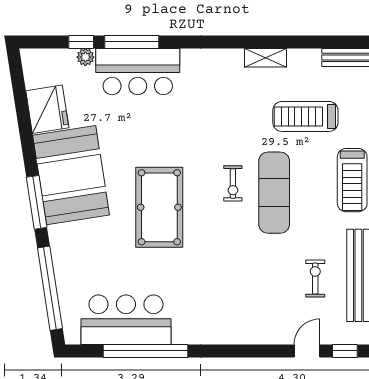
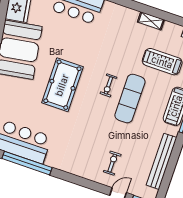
exercise bike: (315, 279) -> (112, 163), moved

